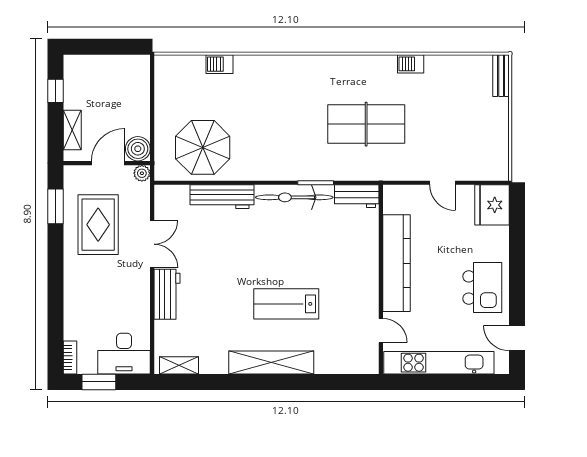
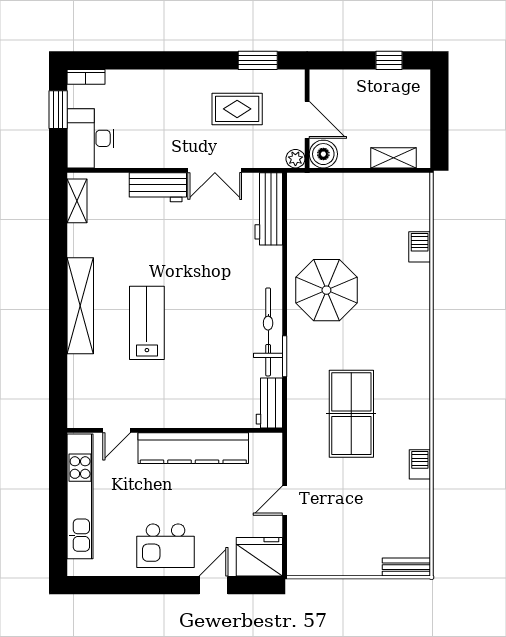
shelving: (72, 130) -> (394, 158), moved
parasol: (203, 147) -> (326, 290), moved
workbench: (222, 197) -> (269, 209), moved
rug: (98, 225) -> (237, 109), width x0.73, depth x0.70
door: (517, 338) -> (214, 585), moved

